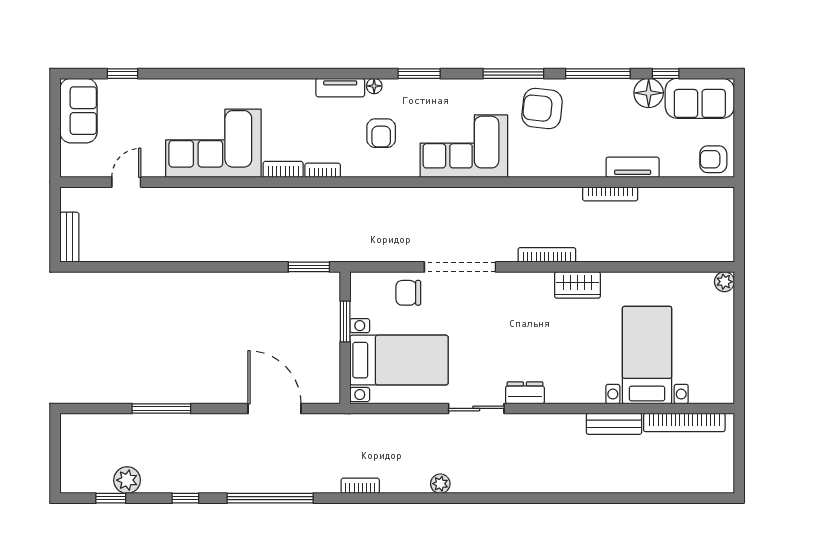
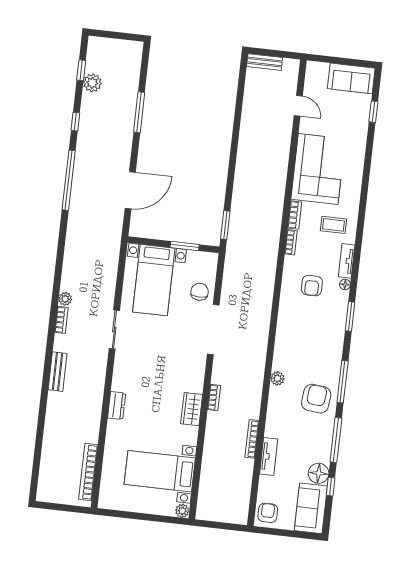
coffee table: (291, 112) -> (333, 225), added
armchair: (381, 133) -> (312, 286), turned -90
corner sofa: (464, 146) -> (296, 342), removed
plant: (520, 167) -> (277, 378), added
bookcase: (547, 255) -> (214, 398), width x0.64
bed with nightstands: (647, 355) -> (160, 471), moved, turned 180
dresser: (525, 393) -> (117, 406), moved
bench: (614, 424) -> (58, 372), moved
bookcase: (360, 486) -> (61, 320), moved

